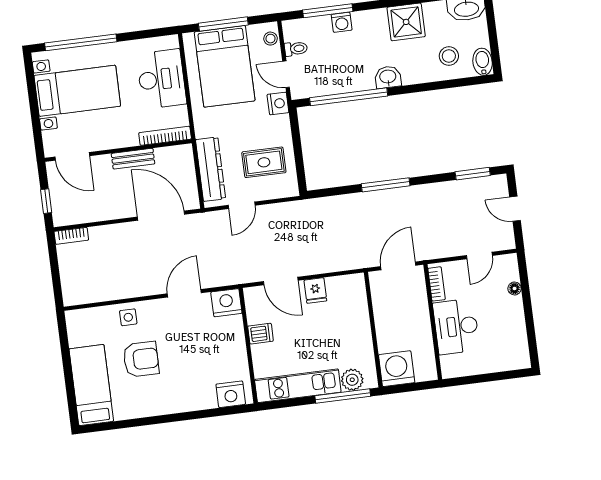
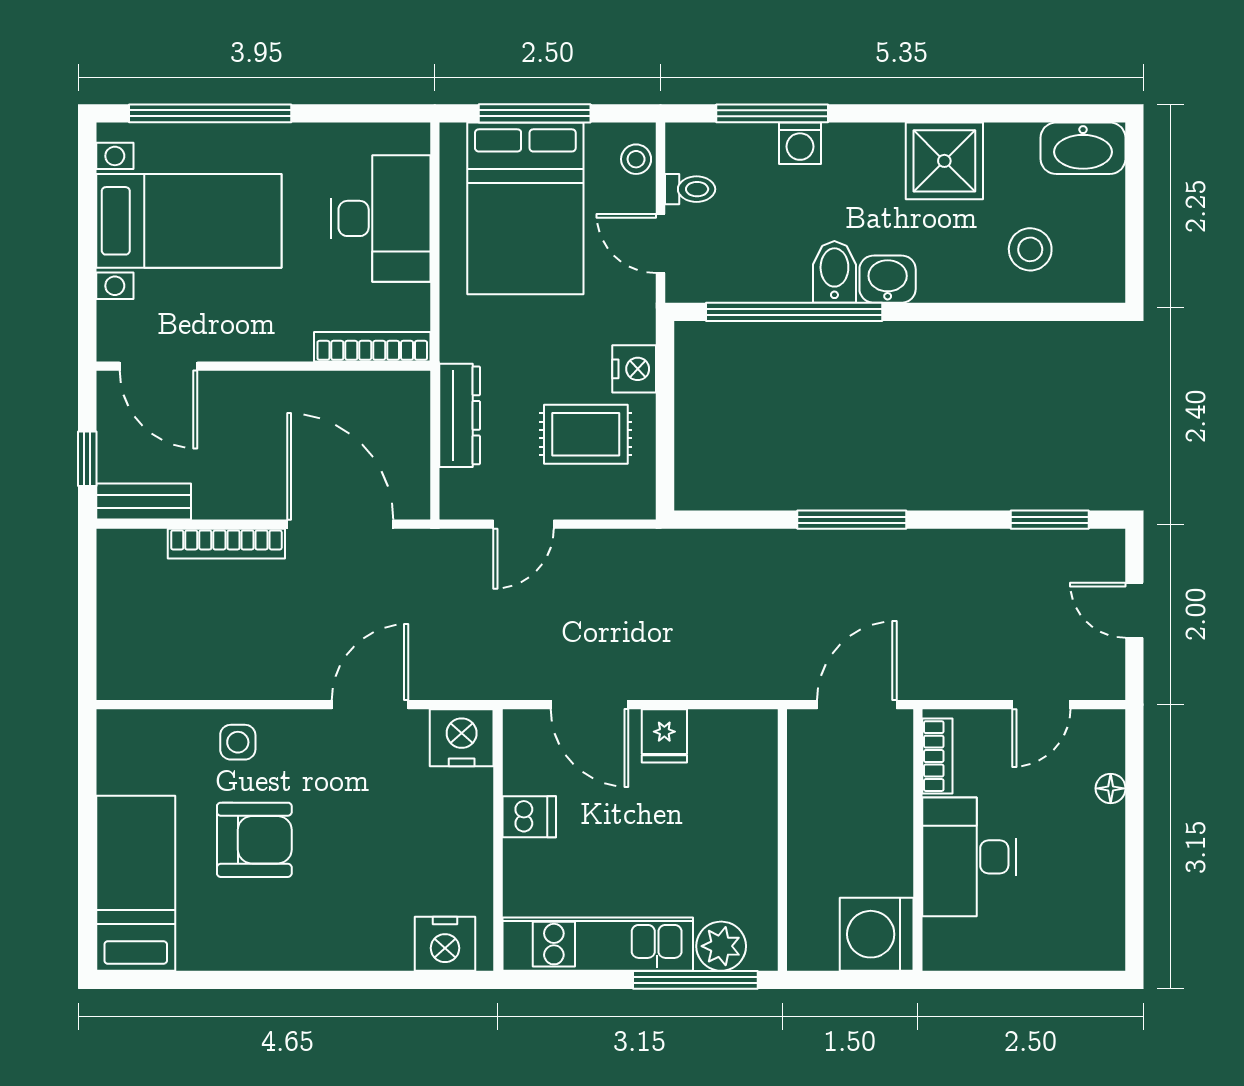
bidet: (483, 62) -> (834, 272), moved
nightstand: (278, 103) -> (634, 369), moved
bench: (133, 159) -> (144, 501), moved
dresser: (211, 169) -> (460, 415), width x0.73, depth x0.80
bookcase: (71, 236) -> (226, 544), moved, width x1.56
washing machine: (397, 369) -> (877, 934), moved, turned -90

